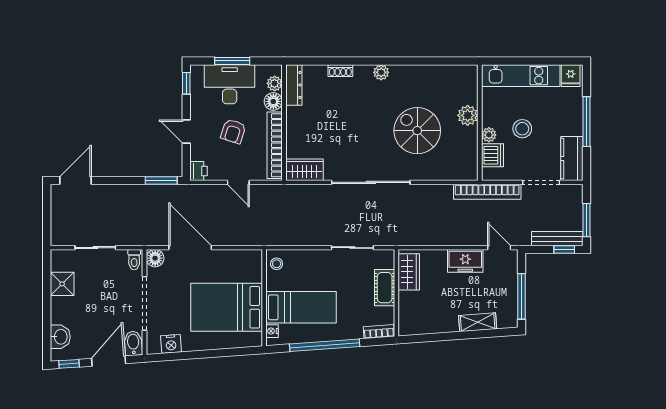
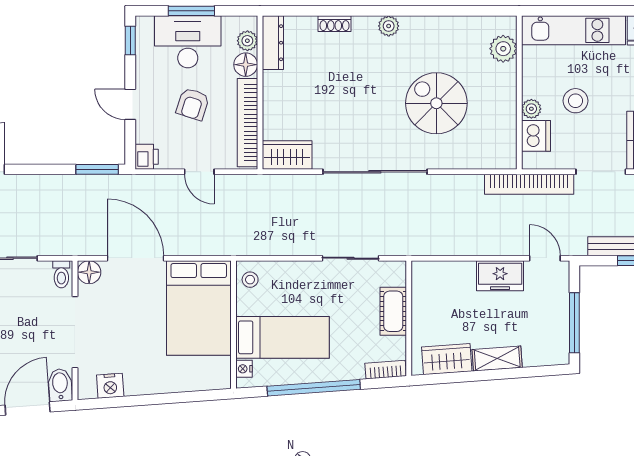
plant: (468, 115) -> (503, 49), moved
wardrobe: (409, 272) -> (447, 359), moved, turned -94
bed: (227, 307) -> (199, 308), moved, turned -90
shelving: (478, 322) -> (497, 359), moved

